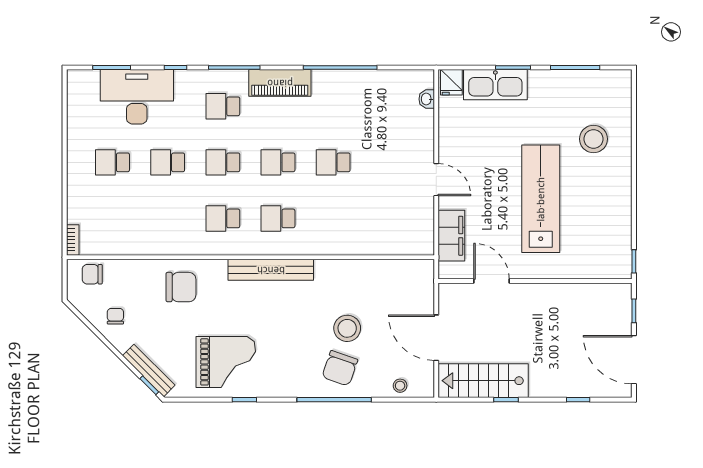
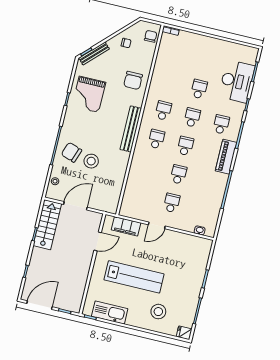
fridge: (451, 82) -> (184, 333), moved
kitchen sink: (495, 85) -> (110, 313), moved, turned 90
school desk: (113, 162) -> (172, 203), moved

